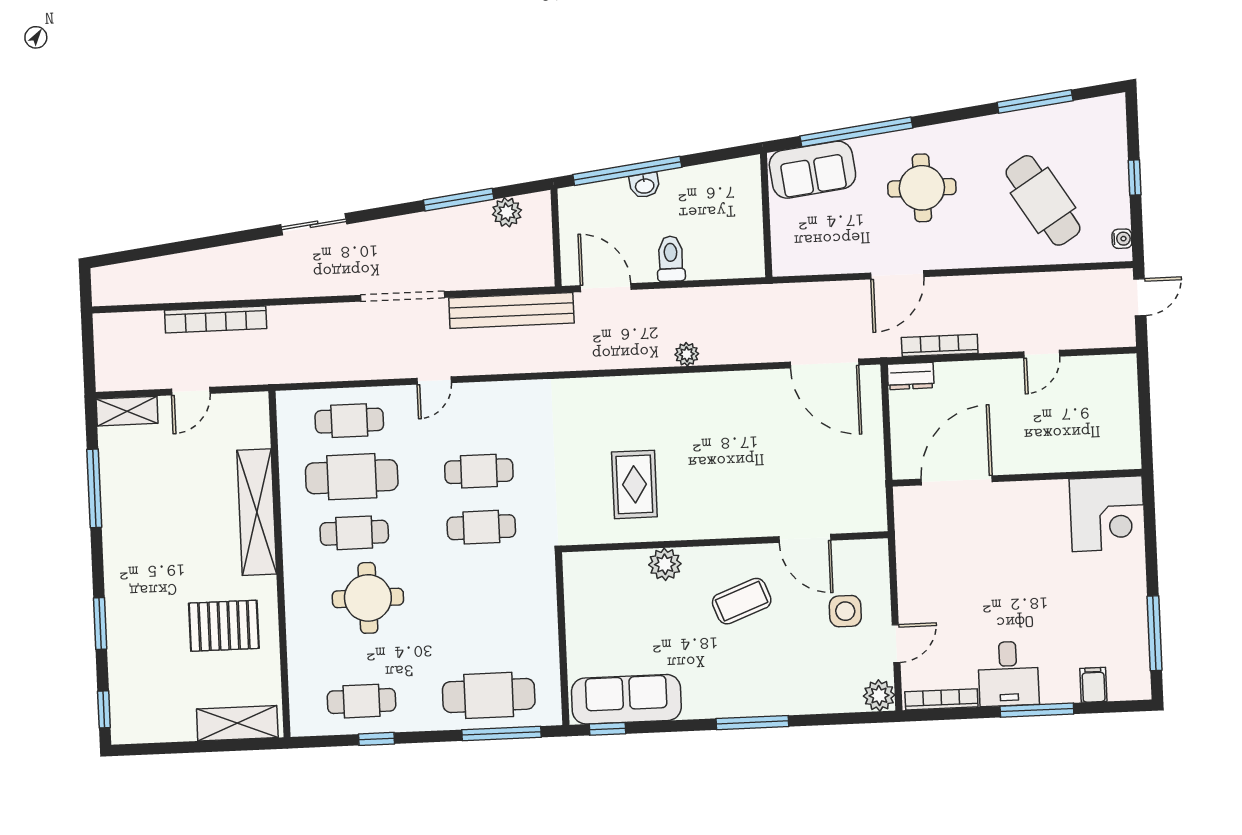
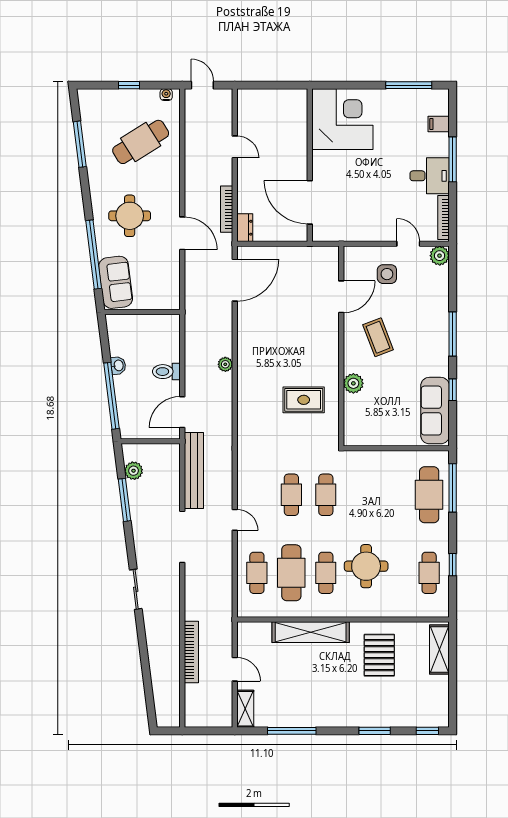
washbasin: (645, 185) -> (118, 365), moved
corner desk: (1107, 514) -> (342, 119), width x1.36, depth x1.36
window: (607, 729) -> (453, 390), moved

